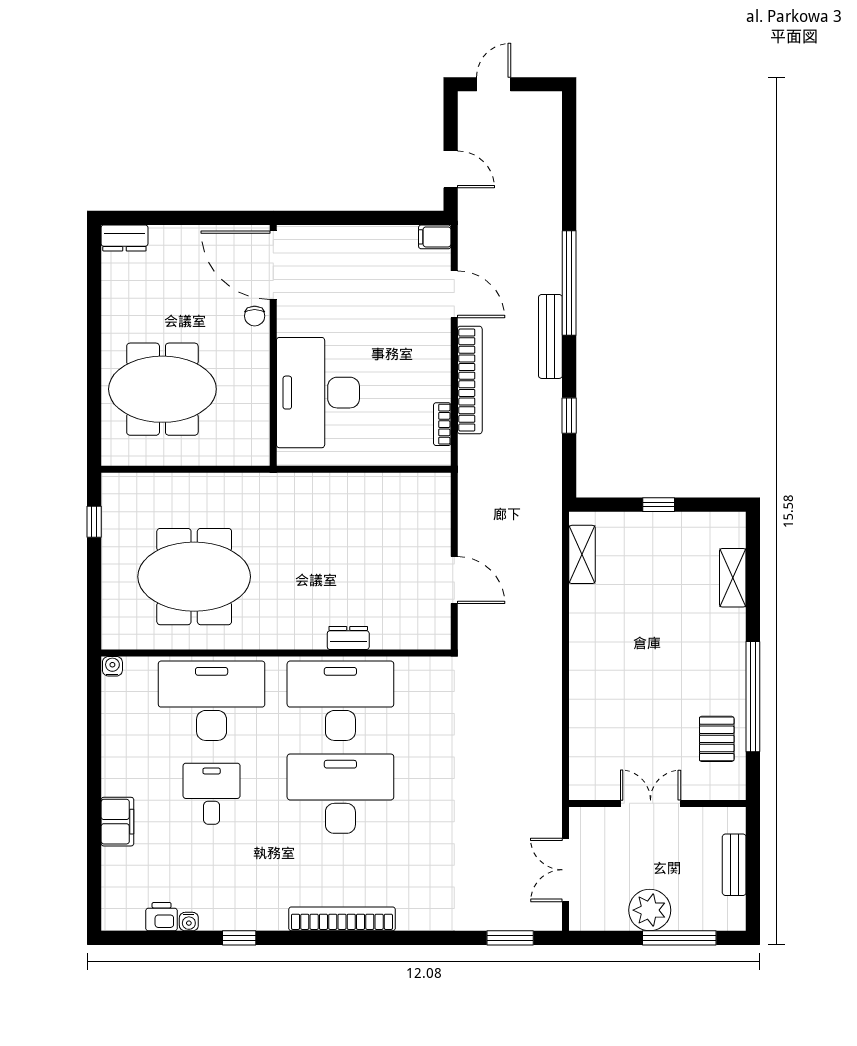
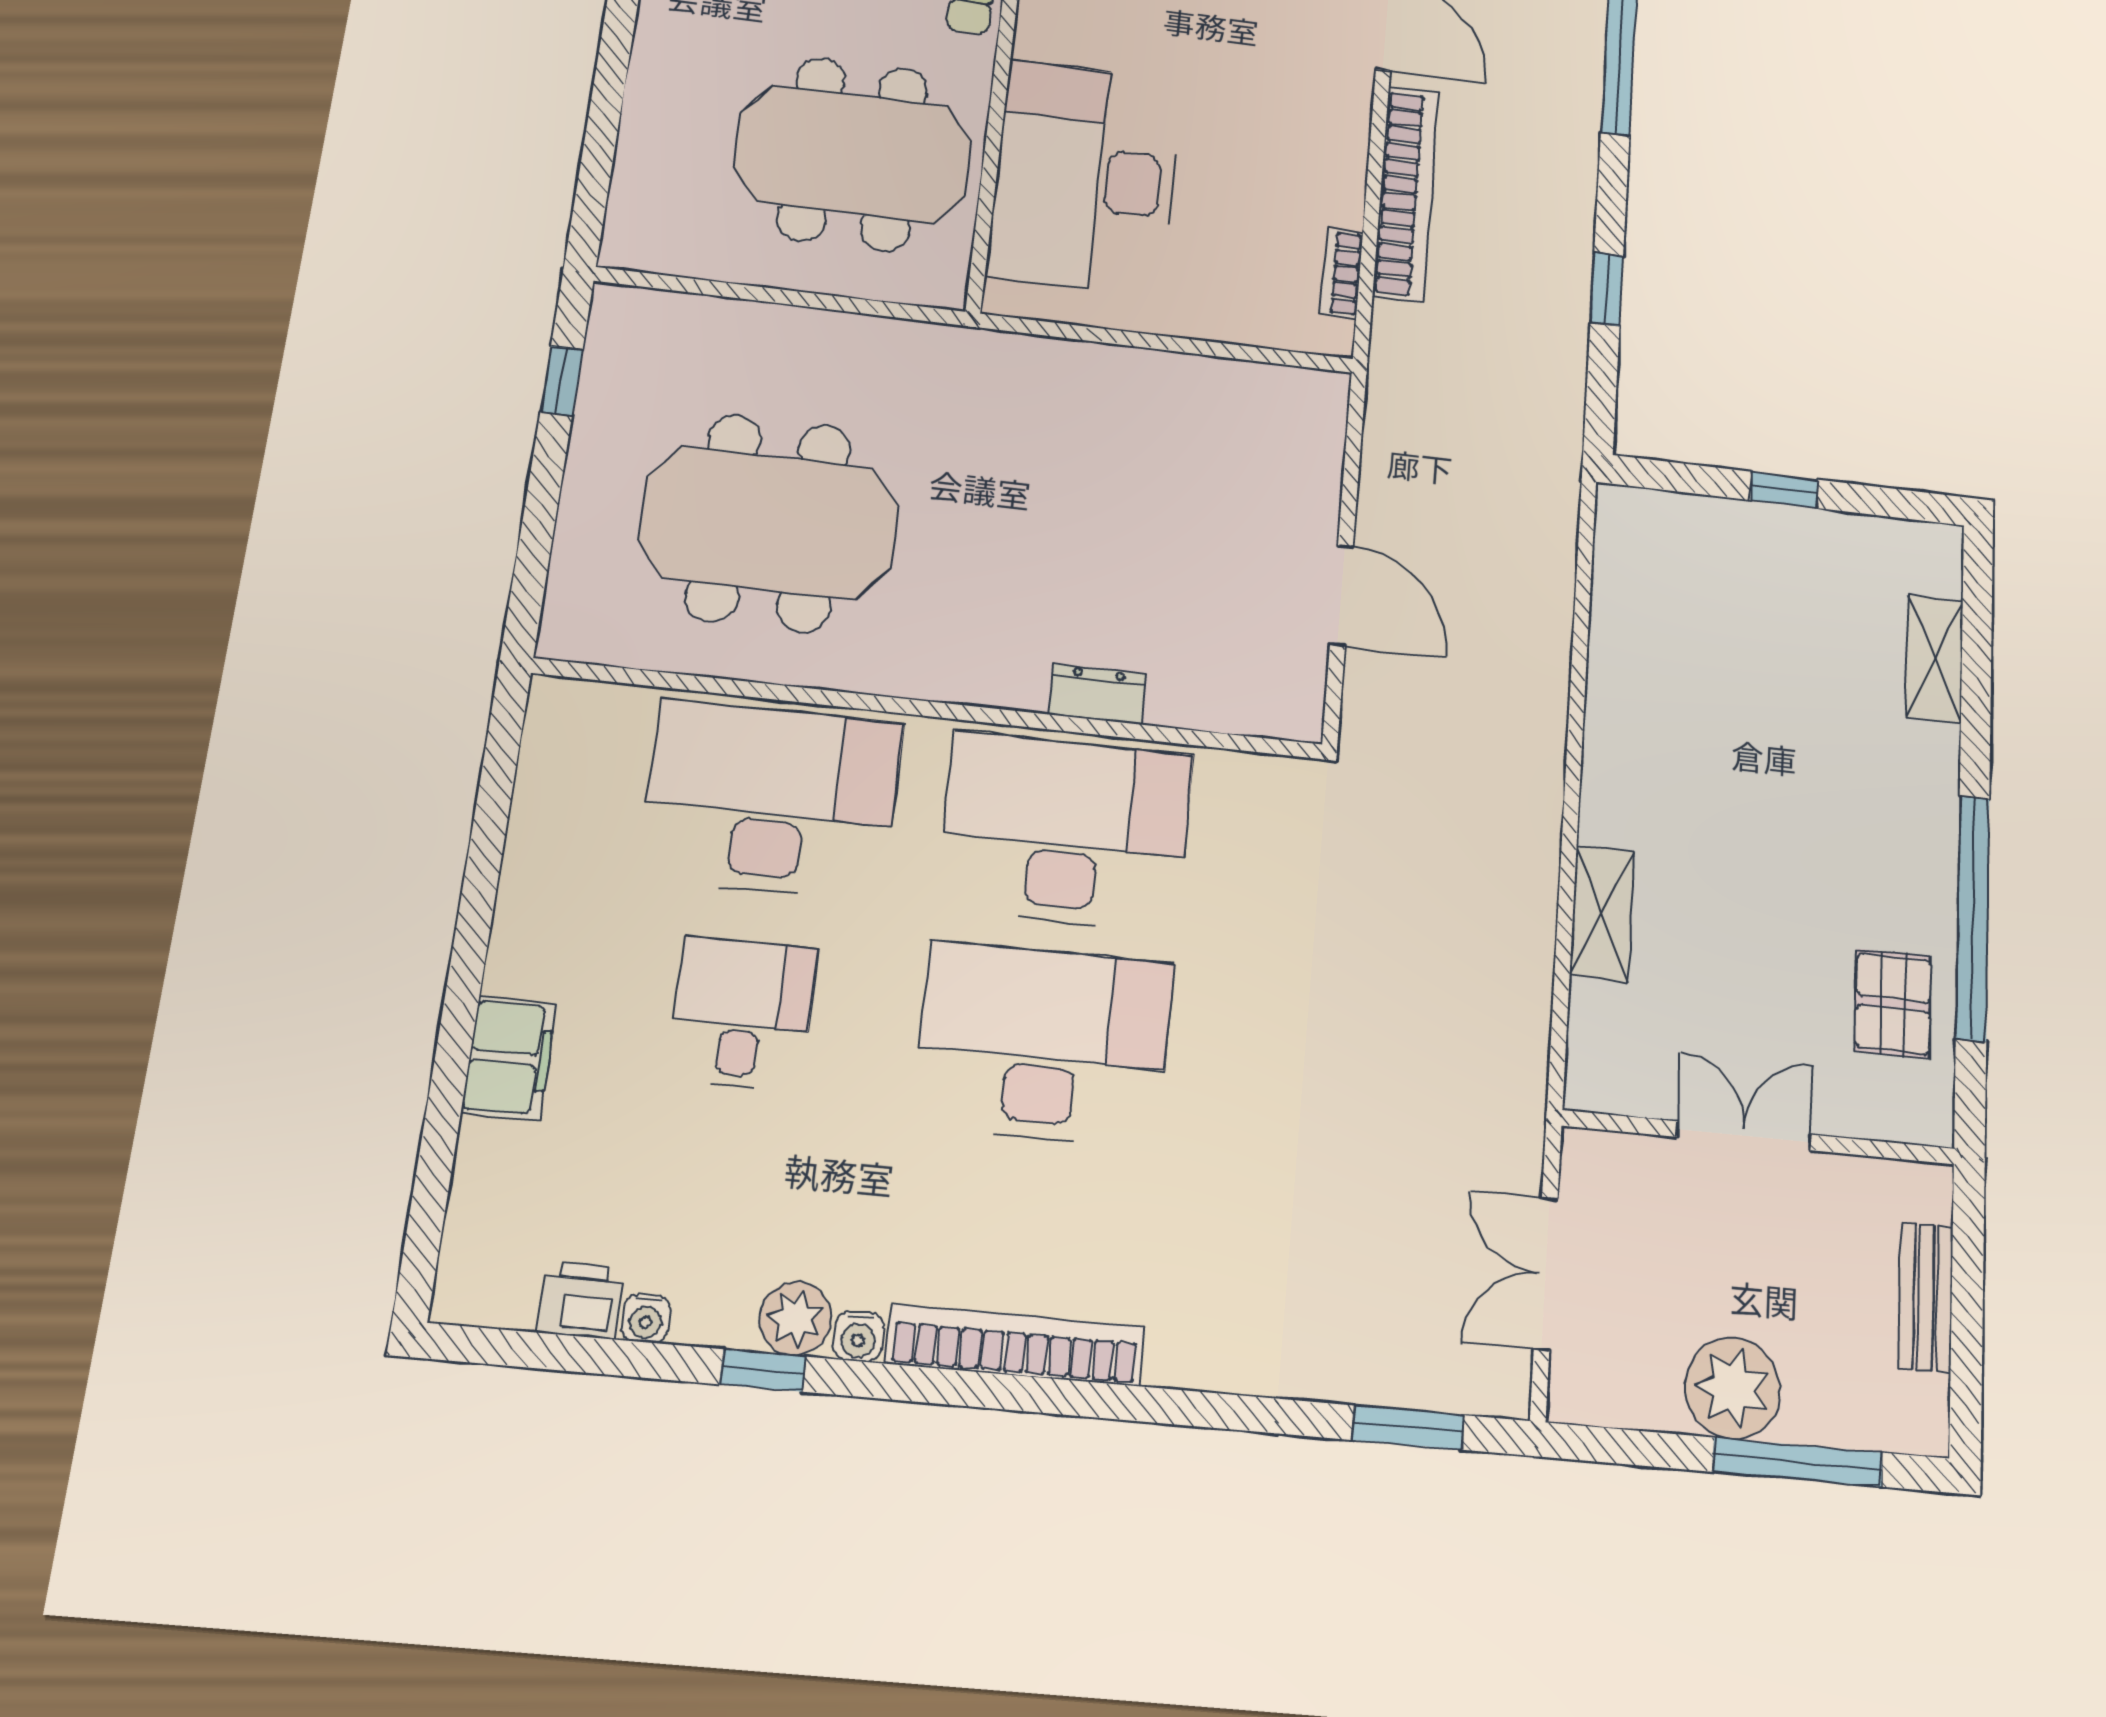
bench: (550, 336) -> (1577, 131), removed
meeting table: (162, 389) -> (853, 154), moved
shelving: (582, 554) -> (1602, 913), moved
water cooler: (112, 666) -> (858, 1337), moved, turned 180
plant: (250, 916) -> (795, 1319), added

